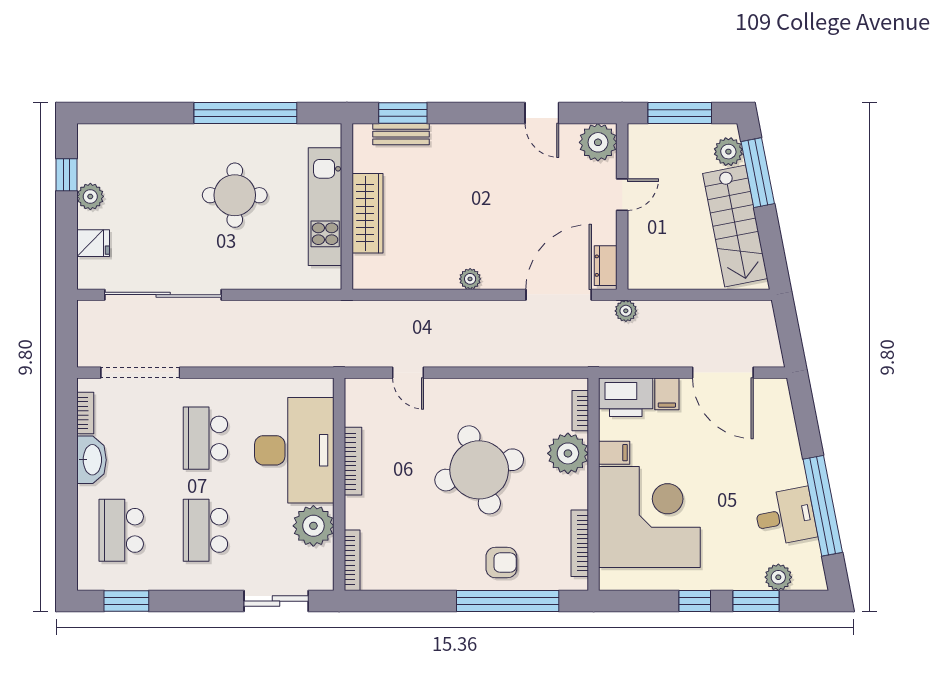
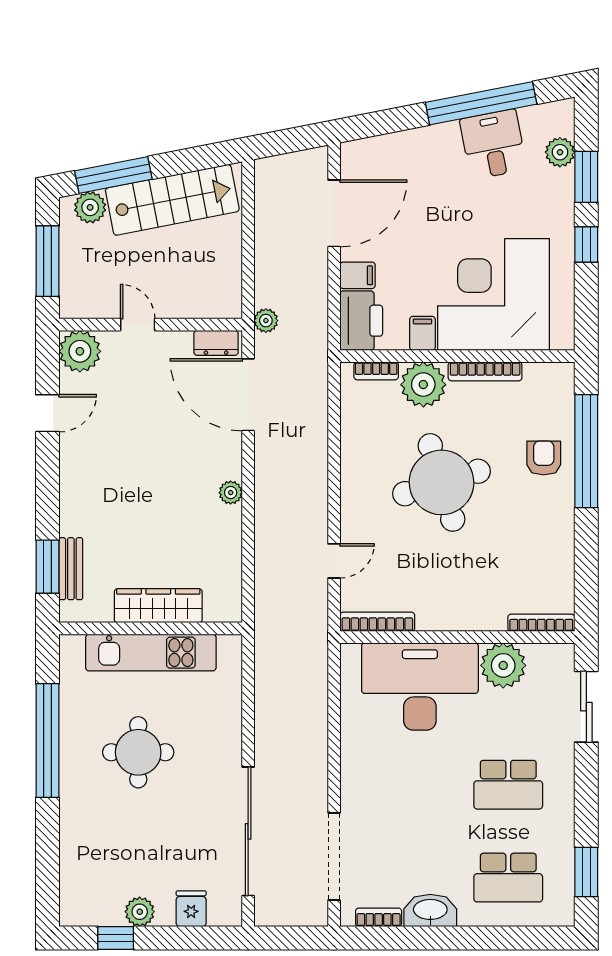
school desk: (205, 438) -> (406, 785), removed
bookcase: (353, 461) -> (377, 622), moved
bookcase: (580, 543) -> (485, 371), moved

